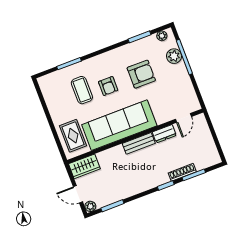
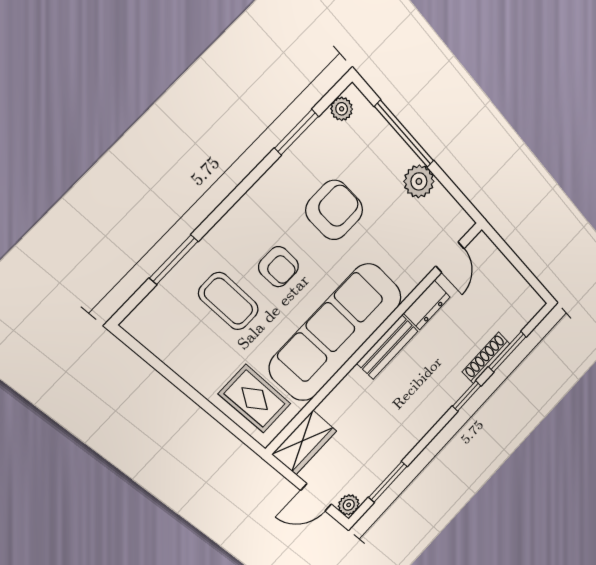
plant: (174, 56) -> (419, 181), moved

